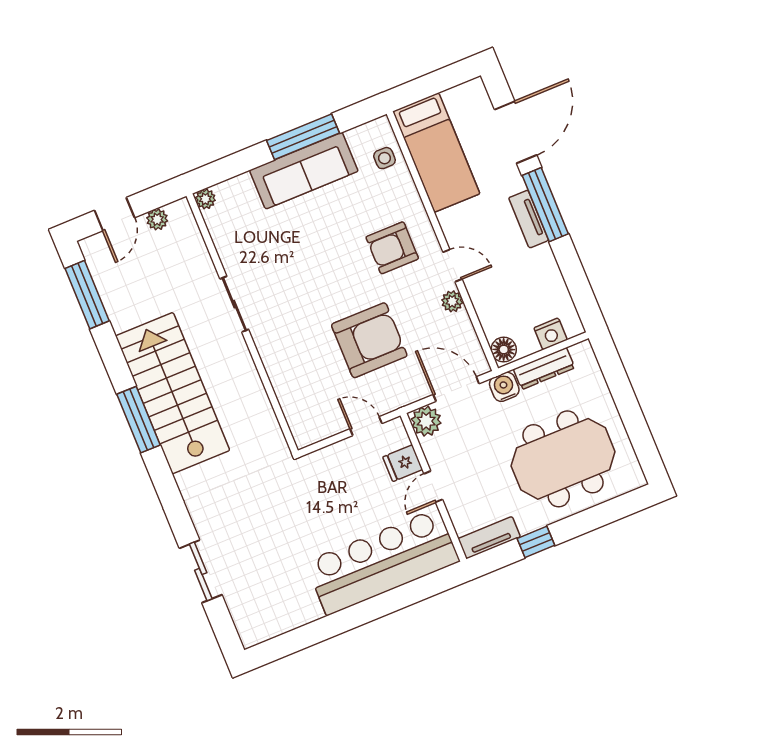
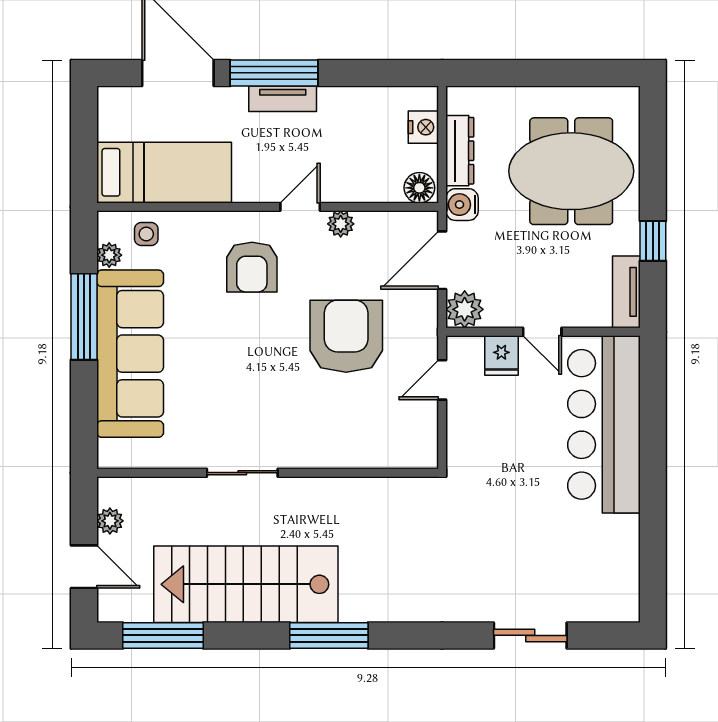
sofa: (304, 171) -> (130, 354), width x1.36, depth x1.27
plant: (205, 199) -> (109, 255), moved
stairs: (173, 393) -> (246, 584), moved
meeting table: (563, 459) -> (571, 171), turned 90

